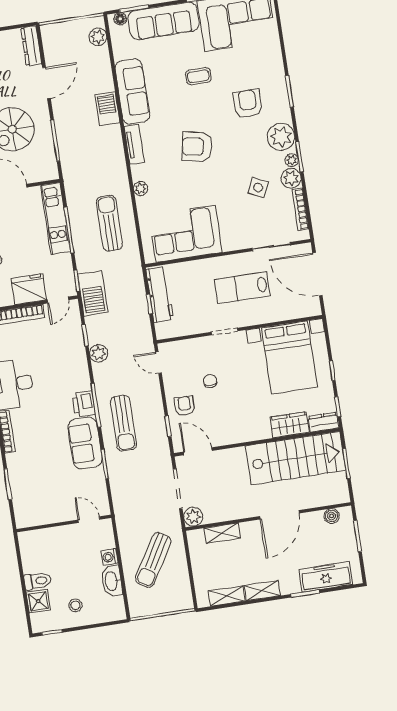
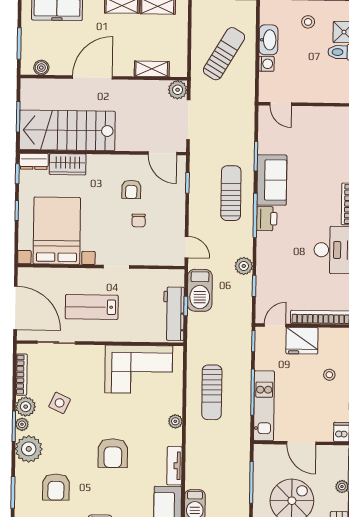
armchair: (197, 147) -> (113, 453), turned 79
lab bench: (242, 288) -> (92, 307), turned 180
barbecue: (93, 293) -> (200, 290), moved, turned 180
armchair: (185, 406) -> (131, 189), moved

